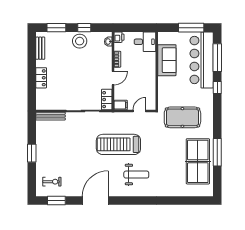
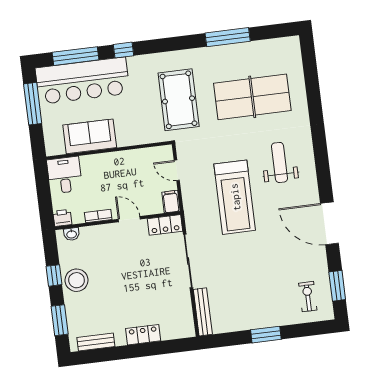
table tennis table: (198, 161) -> (252, 97), moved

